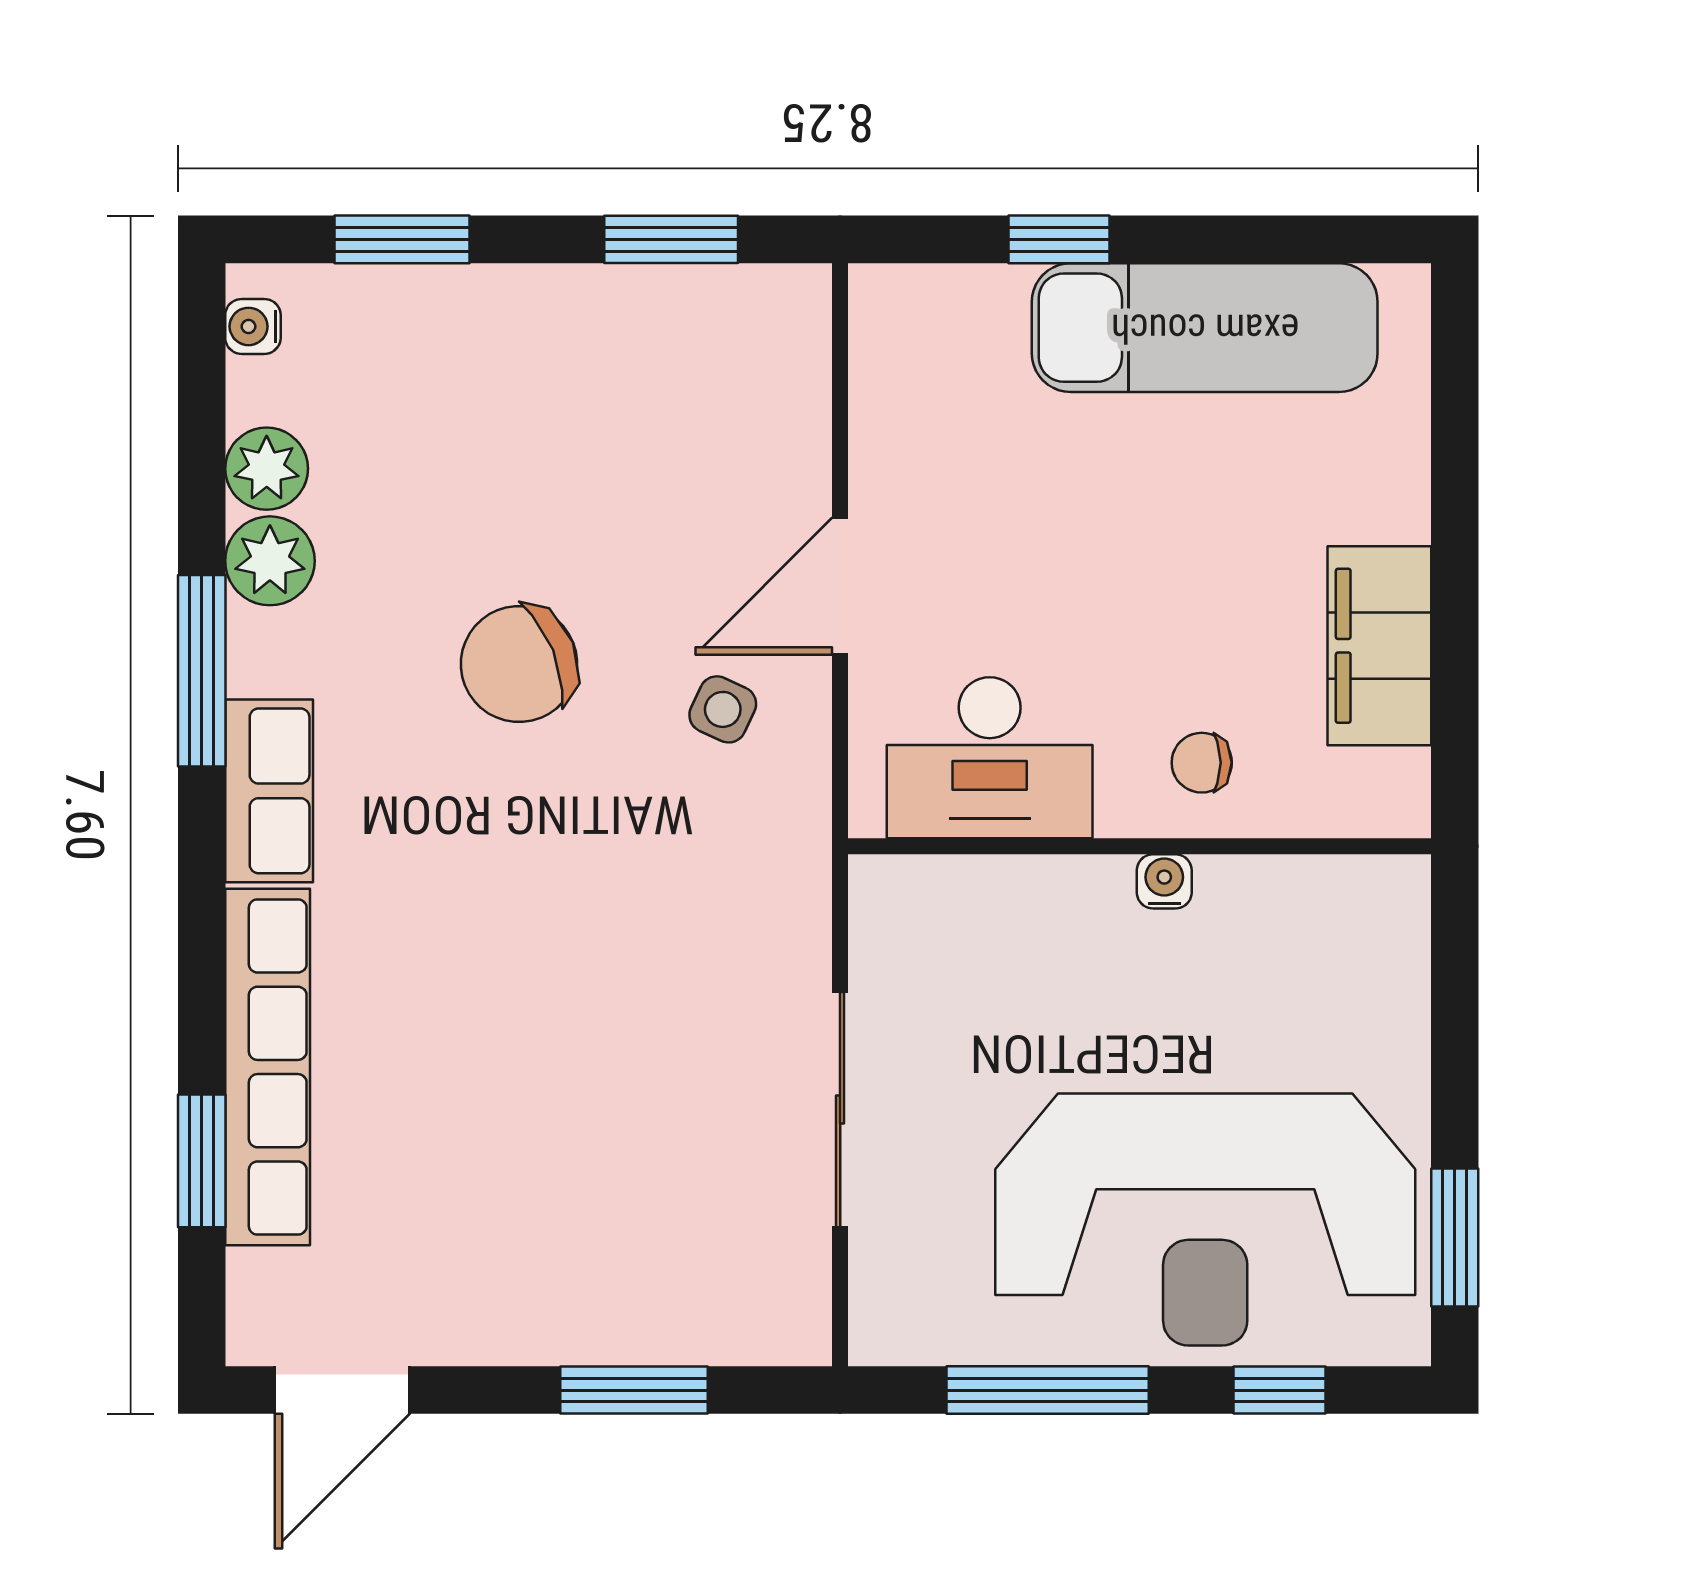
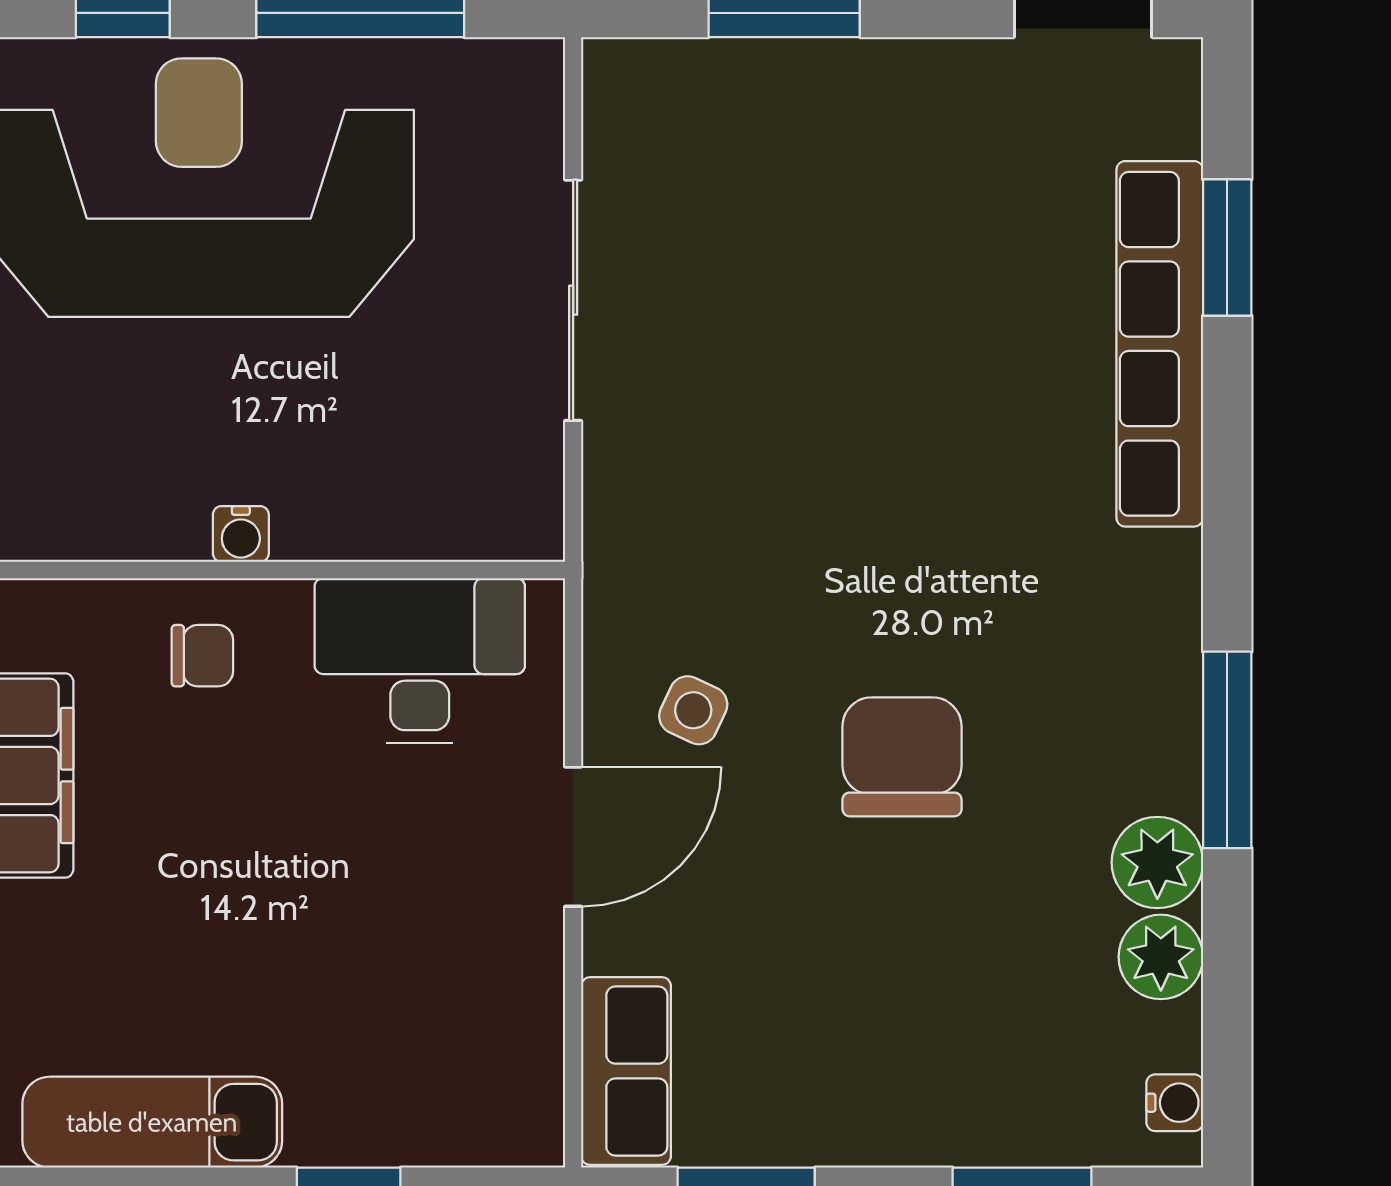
exam couch: (1205, 328) -> (152, 1122), width x0.73, depth x0.69
chair: (519, 664) -> (902, 757), turned -68
row of seats: (269, 791) -> (626, 1071), moved, turned 180

